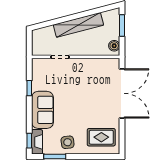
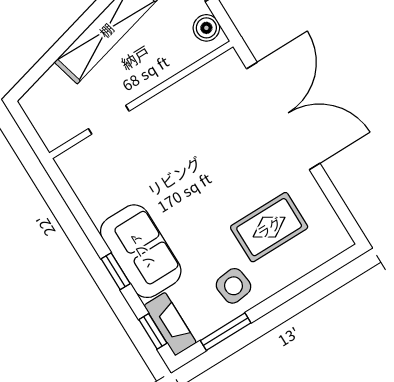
window: (29, 88) -> (116, 271), moved
rug: (101, 137) -> (269, 227), moved

